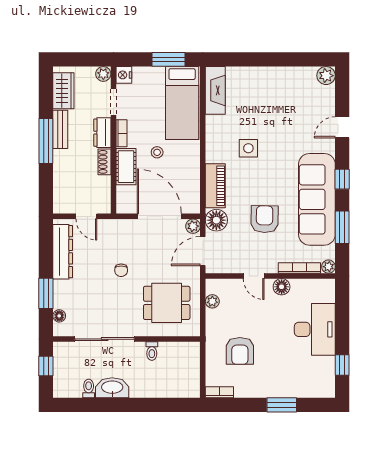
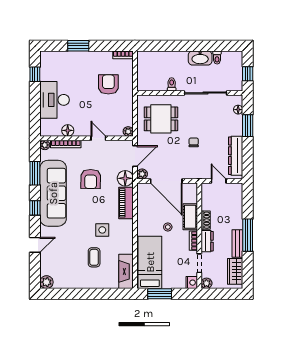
coffee table: (260, 110) -> (94, 257), added
floor lamp: (282, 287) -> (68, 130), moved
plant: (212, 301) -> (128, 131), moved

